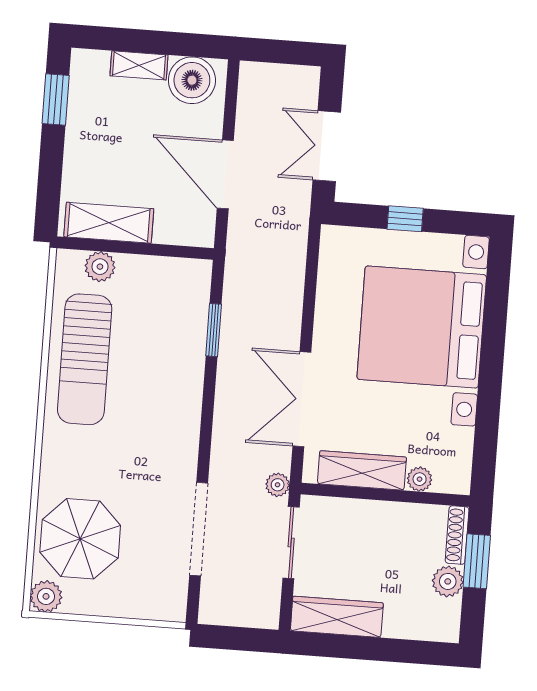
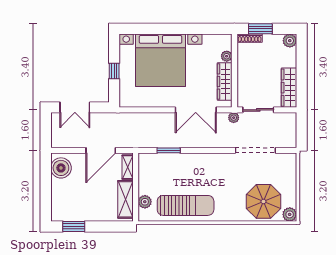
shelving: (139, 65) -> (128, 167), moved
double door: (327, 146) -> (75, 107), moved
plant: (448, 581) -> (290, 41), moved

